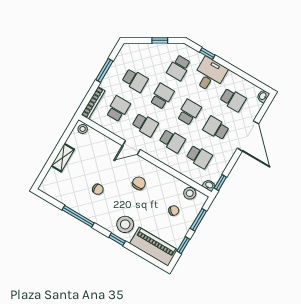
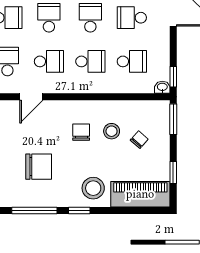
door: (131, 148) -> (31, 97), moved
chair: (98, 189) -> (39, 167), width x1.87, depth x1.87
stool: (190, 193) -> (112, 131), moved
window: (198, 220) -> (173, 119), moved
window: (117, 239) -> (79, 210), moved

